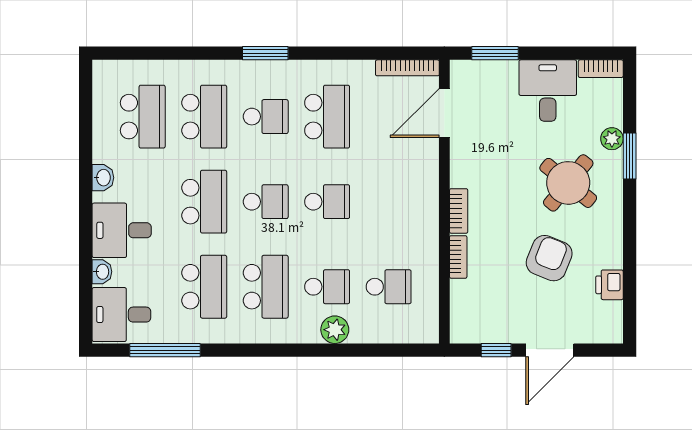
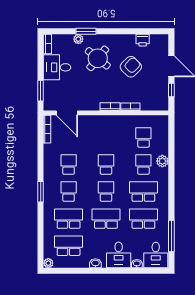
plant: (103, 71) -> (48, 263), added
school desk: (327, 117) -> (69, 164), width x0.54
armchair: (549, 258) -> (131, 67), turned 113

